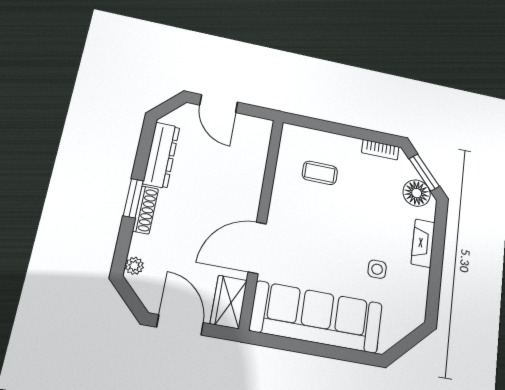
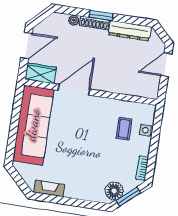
fireplace: (423, 243) -> (49, 188), moved
door: (257, 248) -> (74, 90), hinge flipped
plant: (134, 266) -> (74, 20), moved
side table: (377, 269) -> (145, 130), moved

